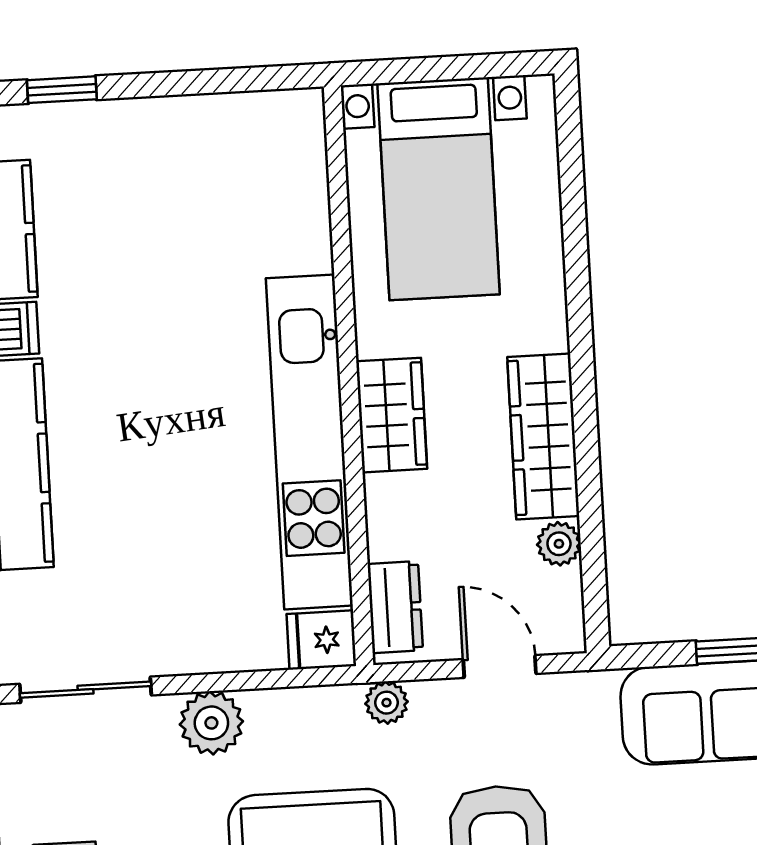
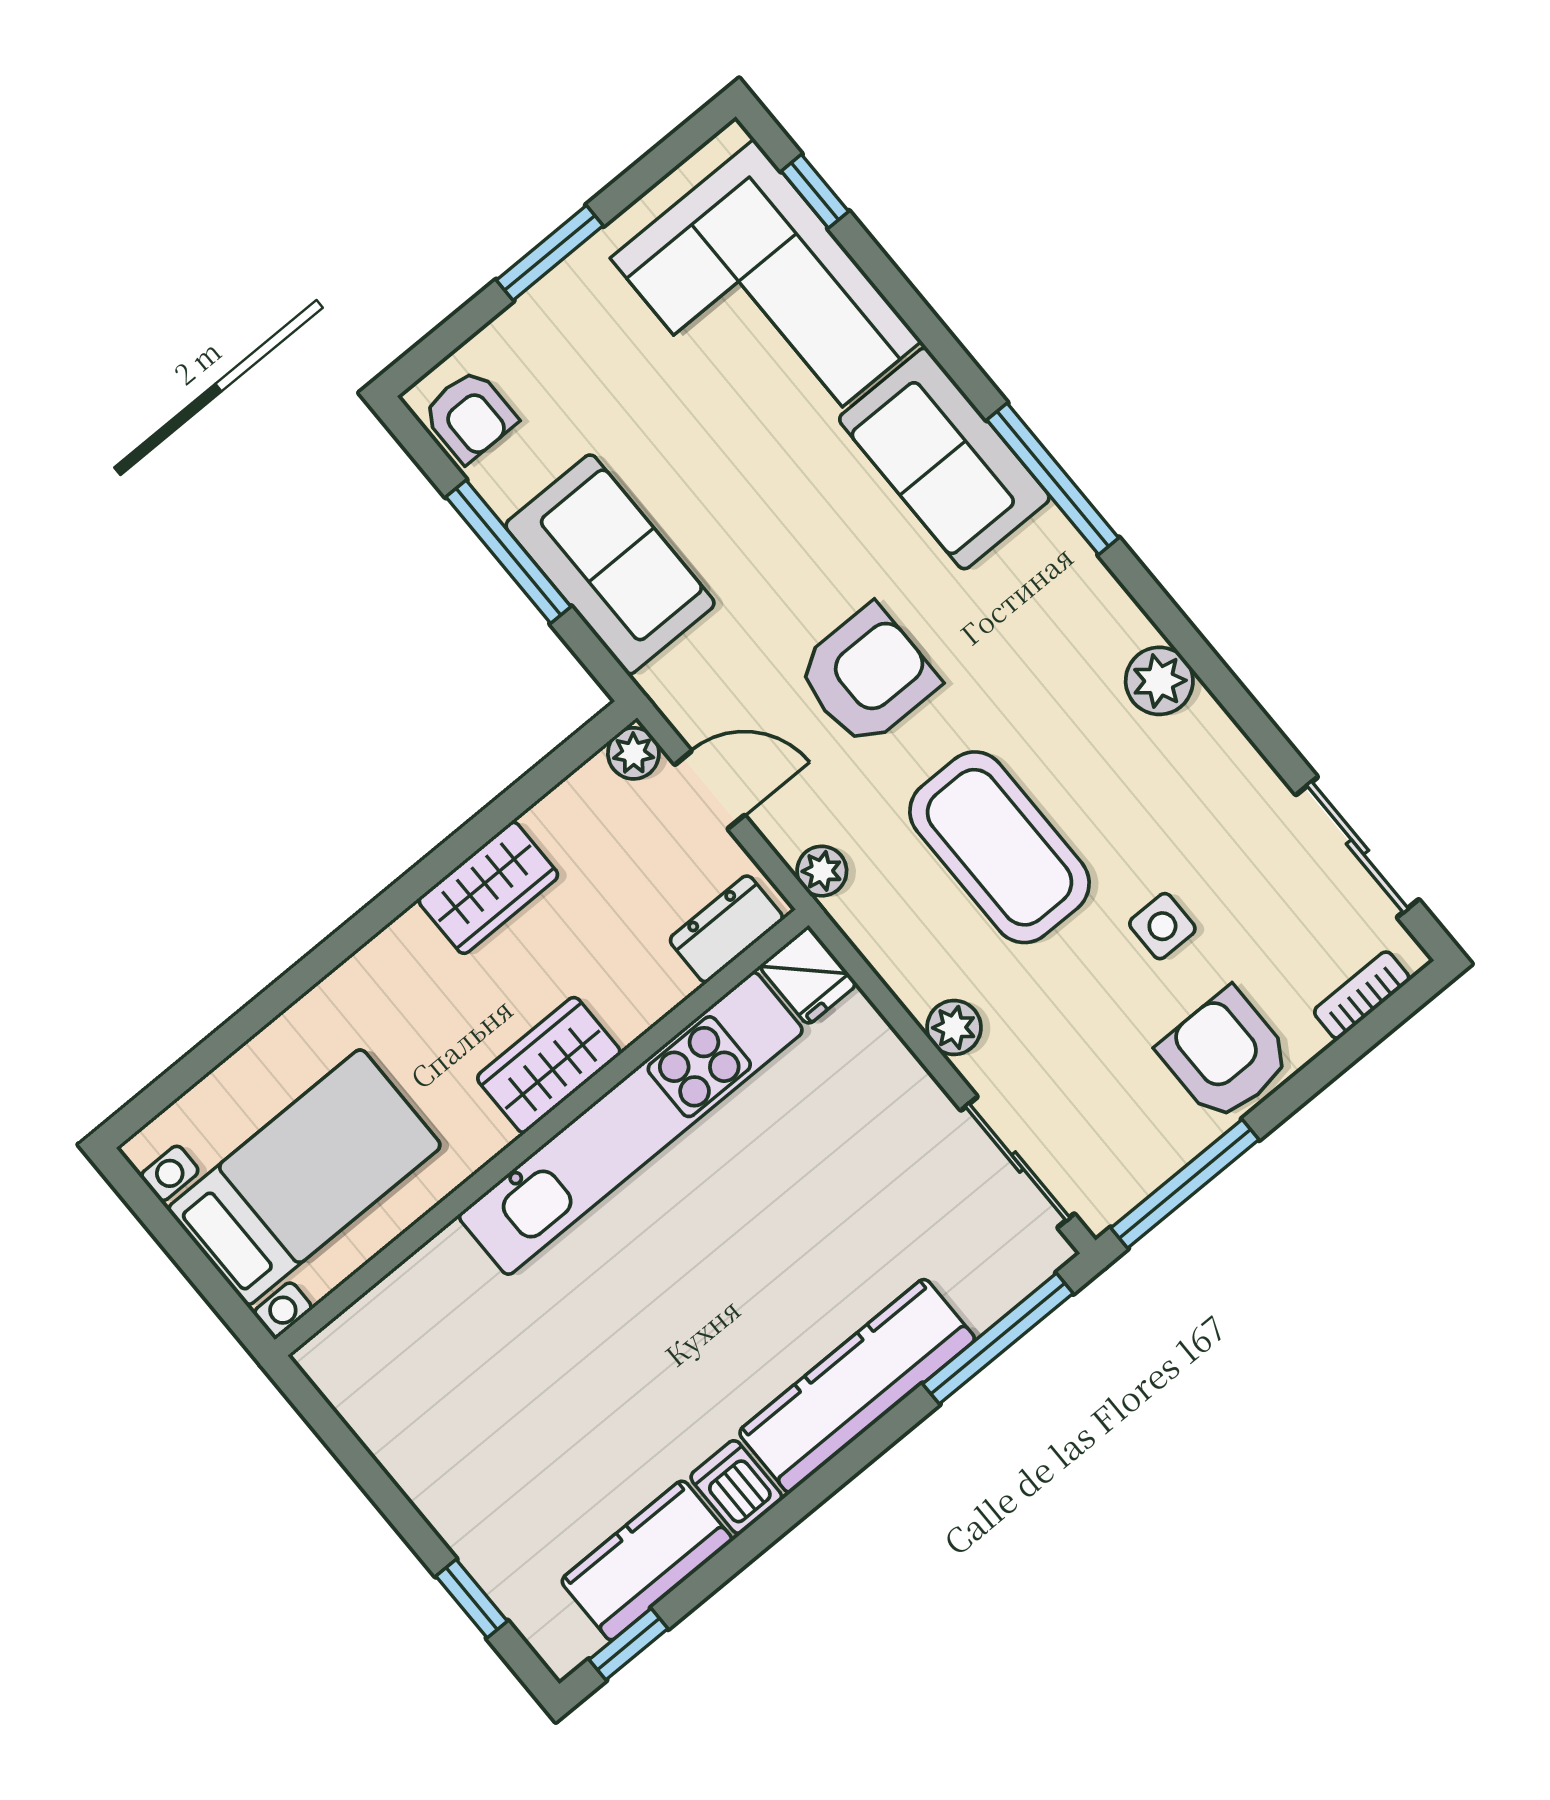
wardrobe: (543, 436) -> (488, 888), width x0.67
plant: (559, 544) -> (633, 753), moved
door: (500, 666) -> (710, 790), swing flipped
plant: (211, 723) -> (954, 1027), width x0.73, depth x0.73

